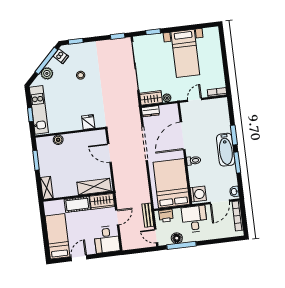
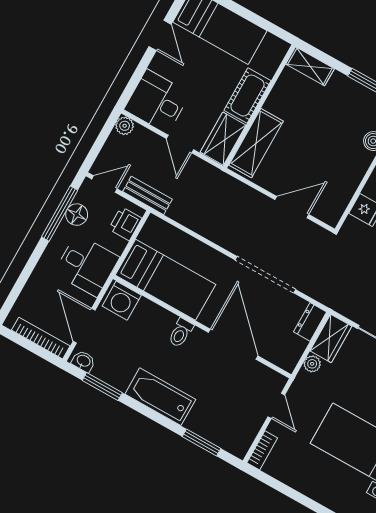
window: (234, 135) -> (202, 443), moved
window: (237, 162) -> (102, 387), moved
bed: (171, 183) -> (165, 280), width x0.67
plant: (126, 245) -> (125, 126), added

